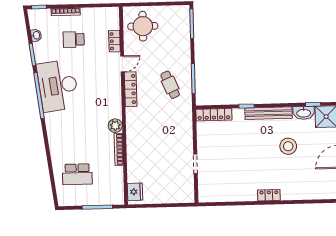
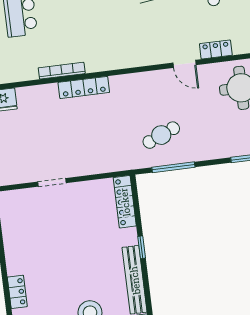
locker: (131, 89) -> (84, 87), moved
plant: (115, 126) -> (95, 62), removed

